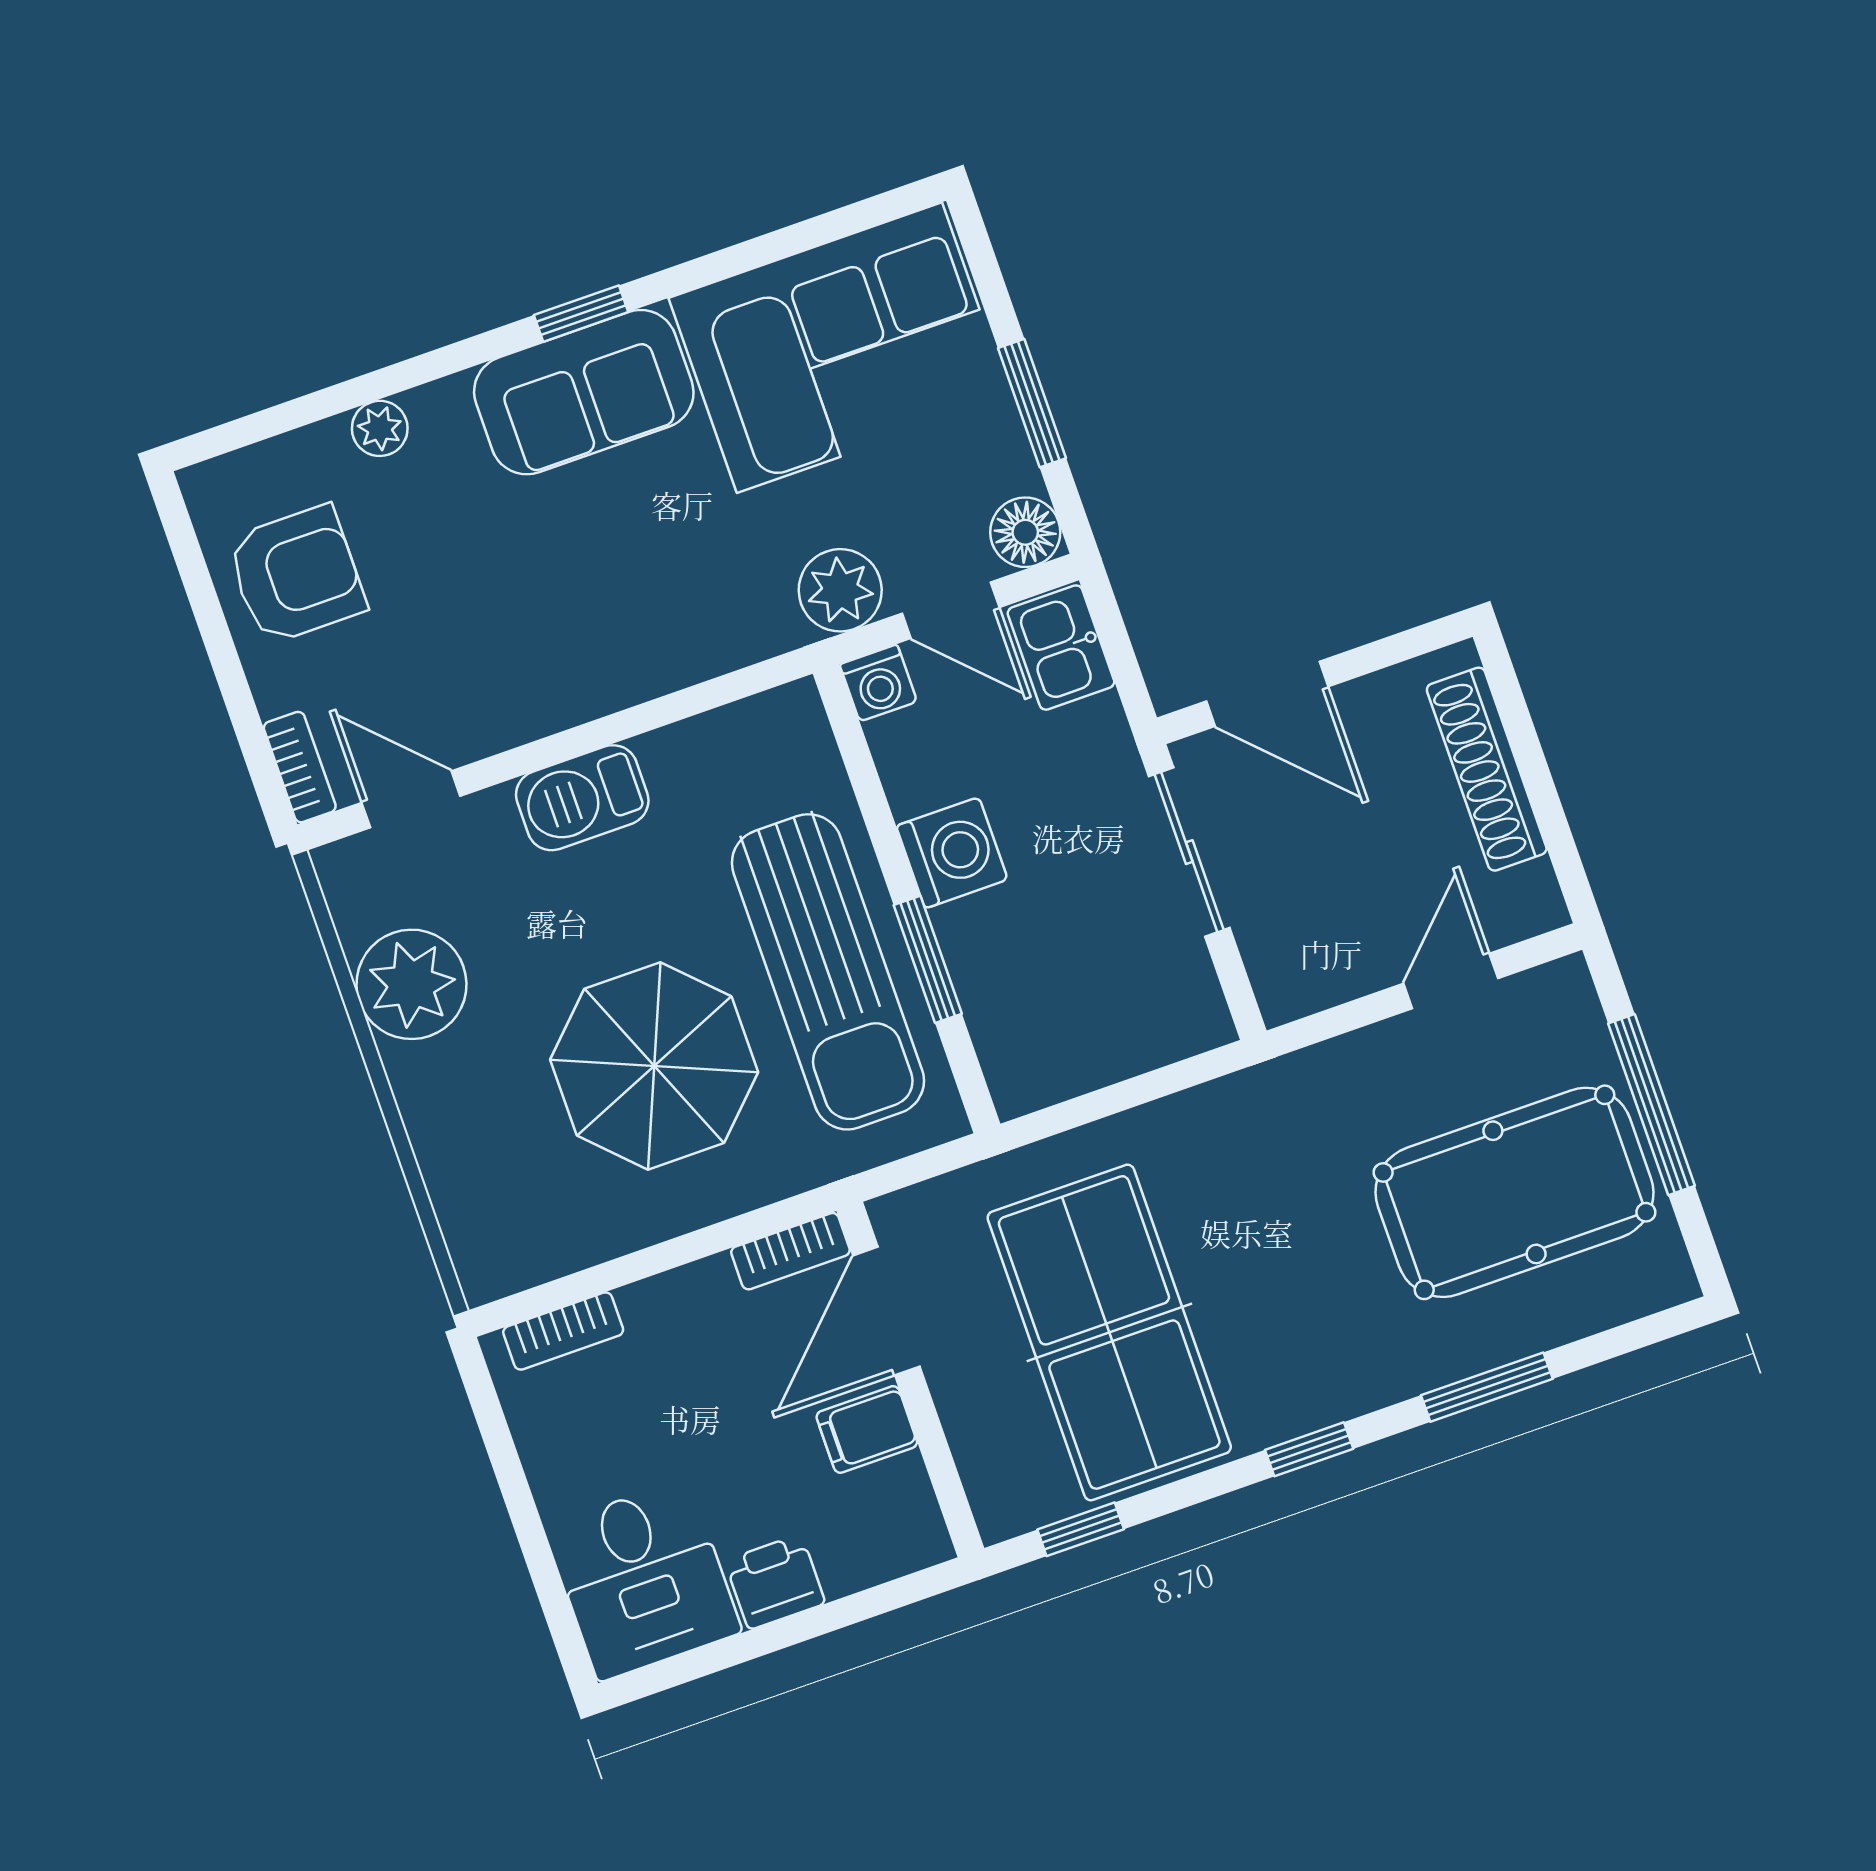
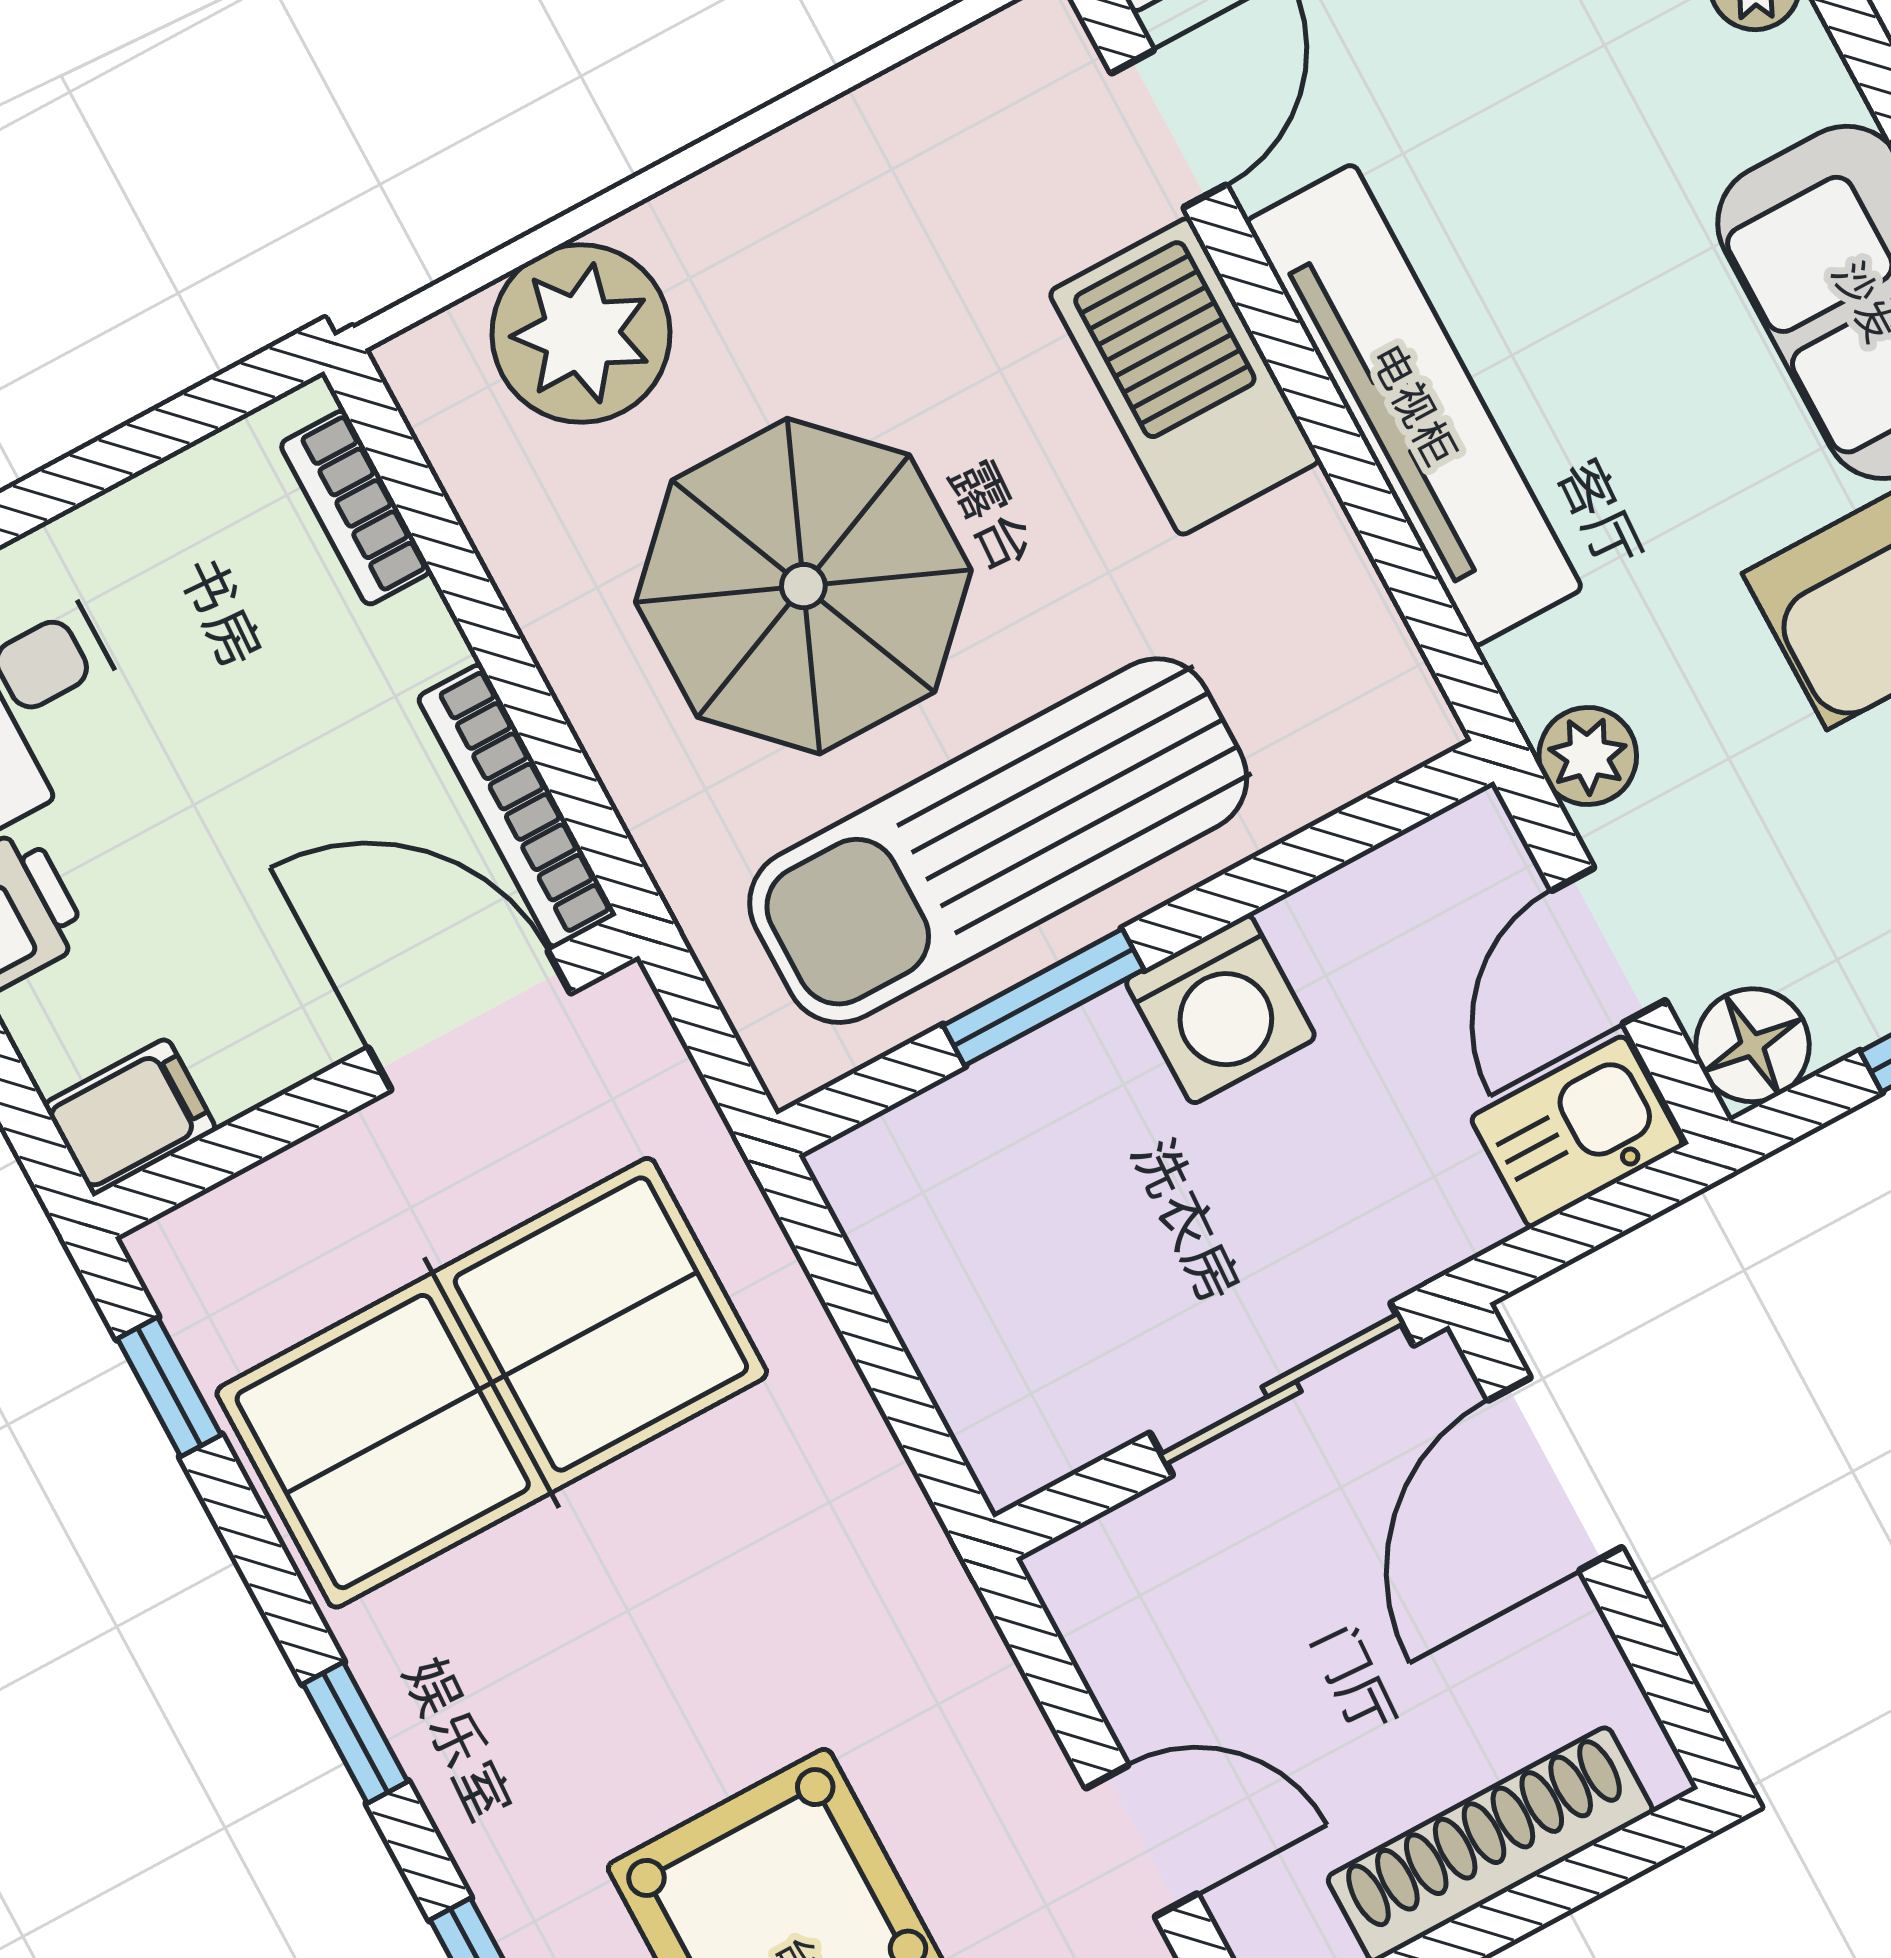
plant: (840, 590) -> (1588, 756), width x0.73, depth x0.73
tv unit: (603, 677) -> (1414, 405), added
washing machine: (878, 683) -> (1474, 848), removed
barbecue: (582, 798) -> (1185, 376), width x1.37, depth x1.21
plant: (411, 984) -> (581, 334), moved
bookcase: (790, 1251) -> (517, 806), width x1.56
filing cabinet: (867, 1429) -> (130, 1117), moved, turned 90

